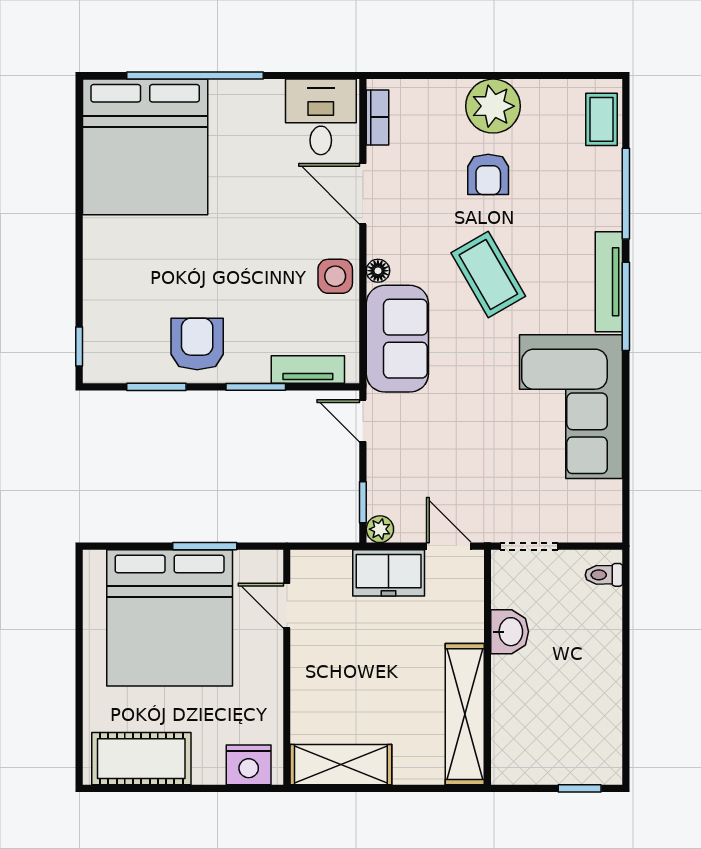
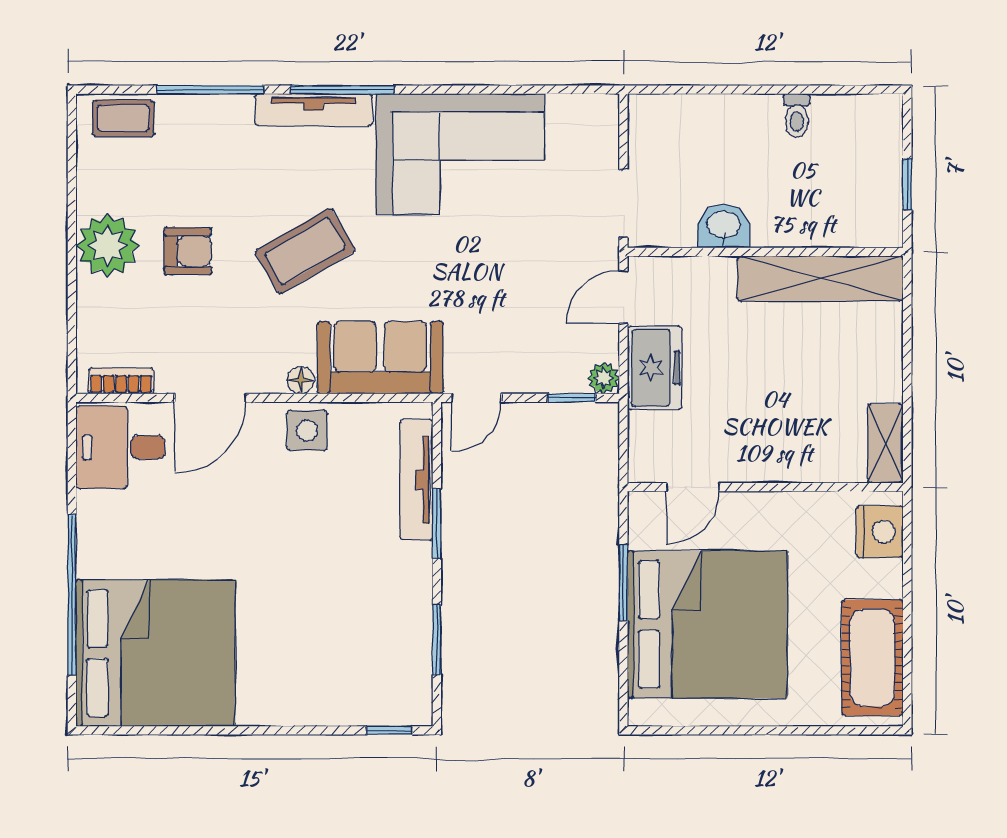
armchair: (197, 344) -> (386, 592), removed
tv unit: (308, 370) -> (416, 480), width x1.41
toilet: (604, 575) -> (797, 116), moved
shelving: (341, 765) -> (885, 443), width x0.67, depth x0.75
window: (580, 788) -> (907, 184), moved

